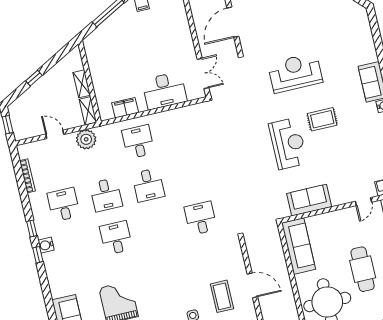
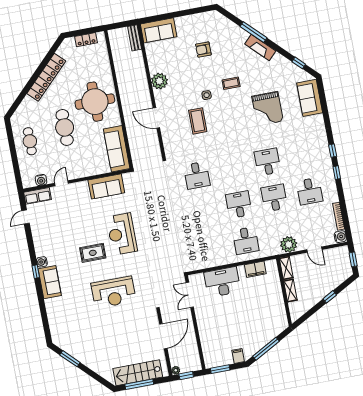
desk: (116, 238) -> (267, 162), turned 180
water cooler: (46, 245) -> (340, 237), moved
coffee table: (222, 296) -> (198, 121), moved

